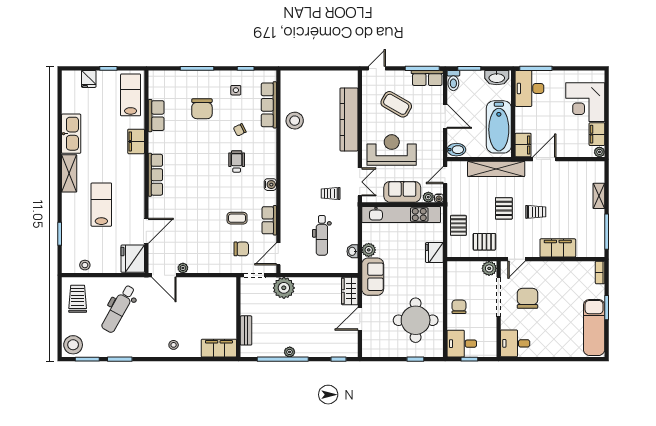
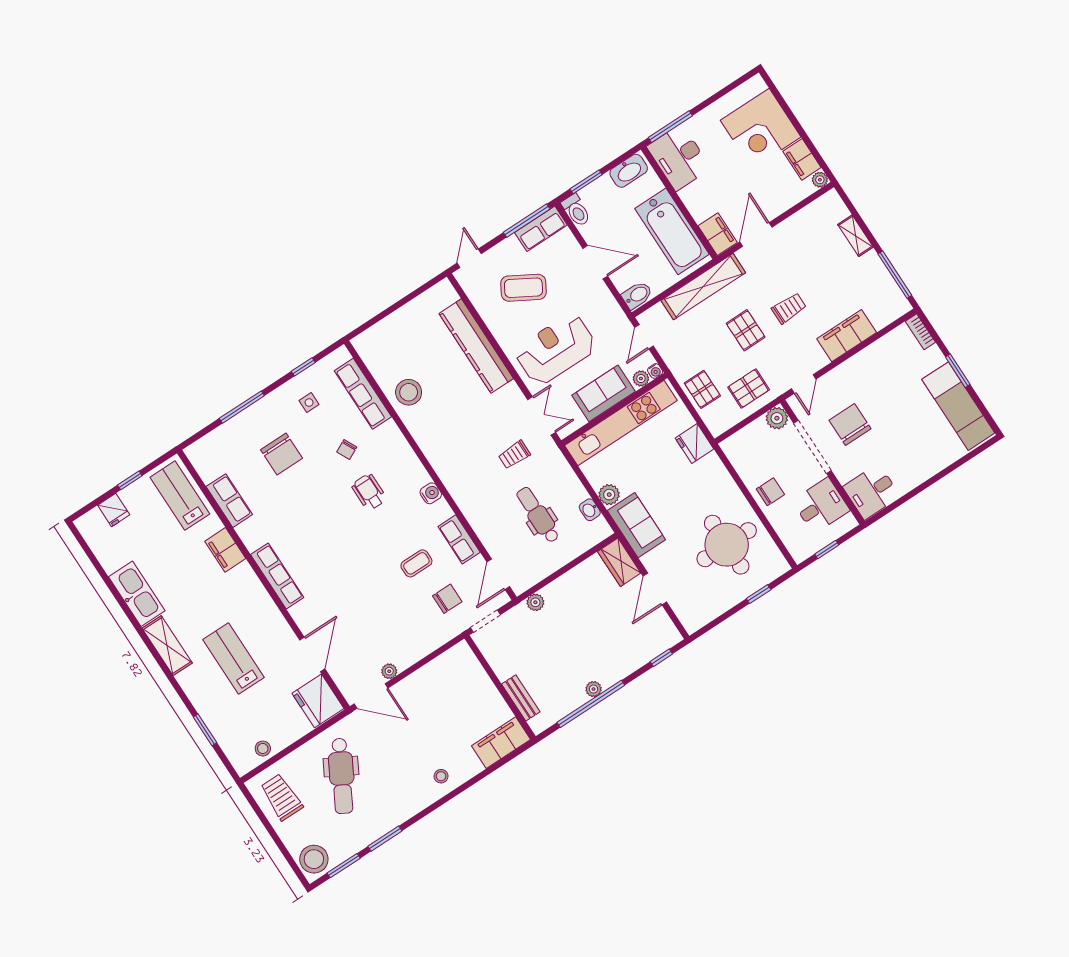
dental chair: (322, 235) -> (538, 515), turned 180
plant: (284, 288) -> (535, 602), width x0.53, depth x0.53
chair: (459, 307) -> (770, 492), turned 90
desk: (462, 344) -> (821, 506), moved, turned 180

